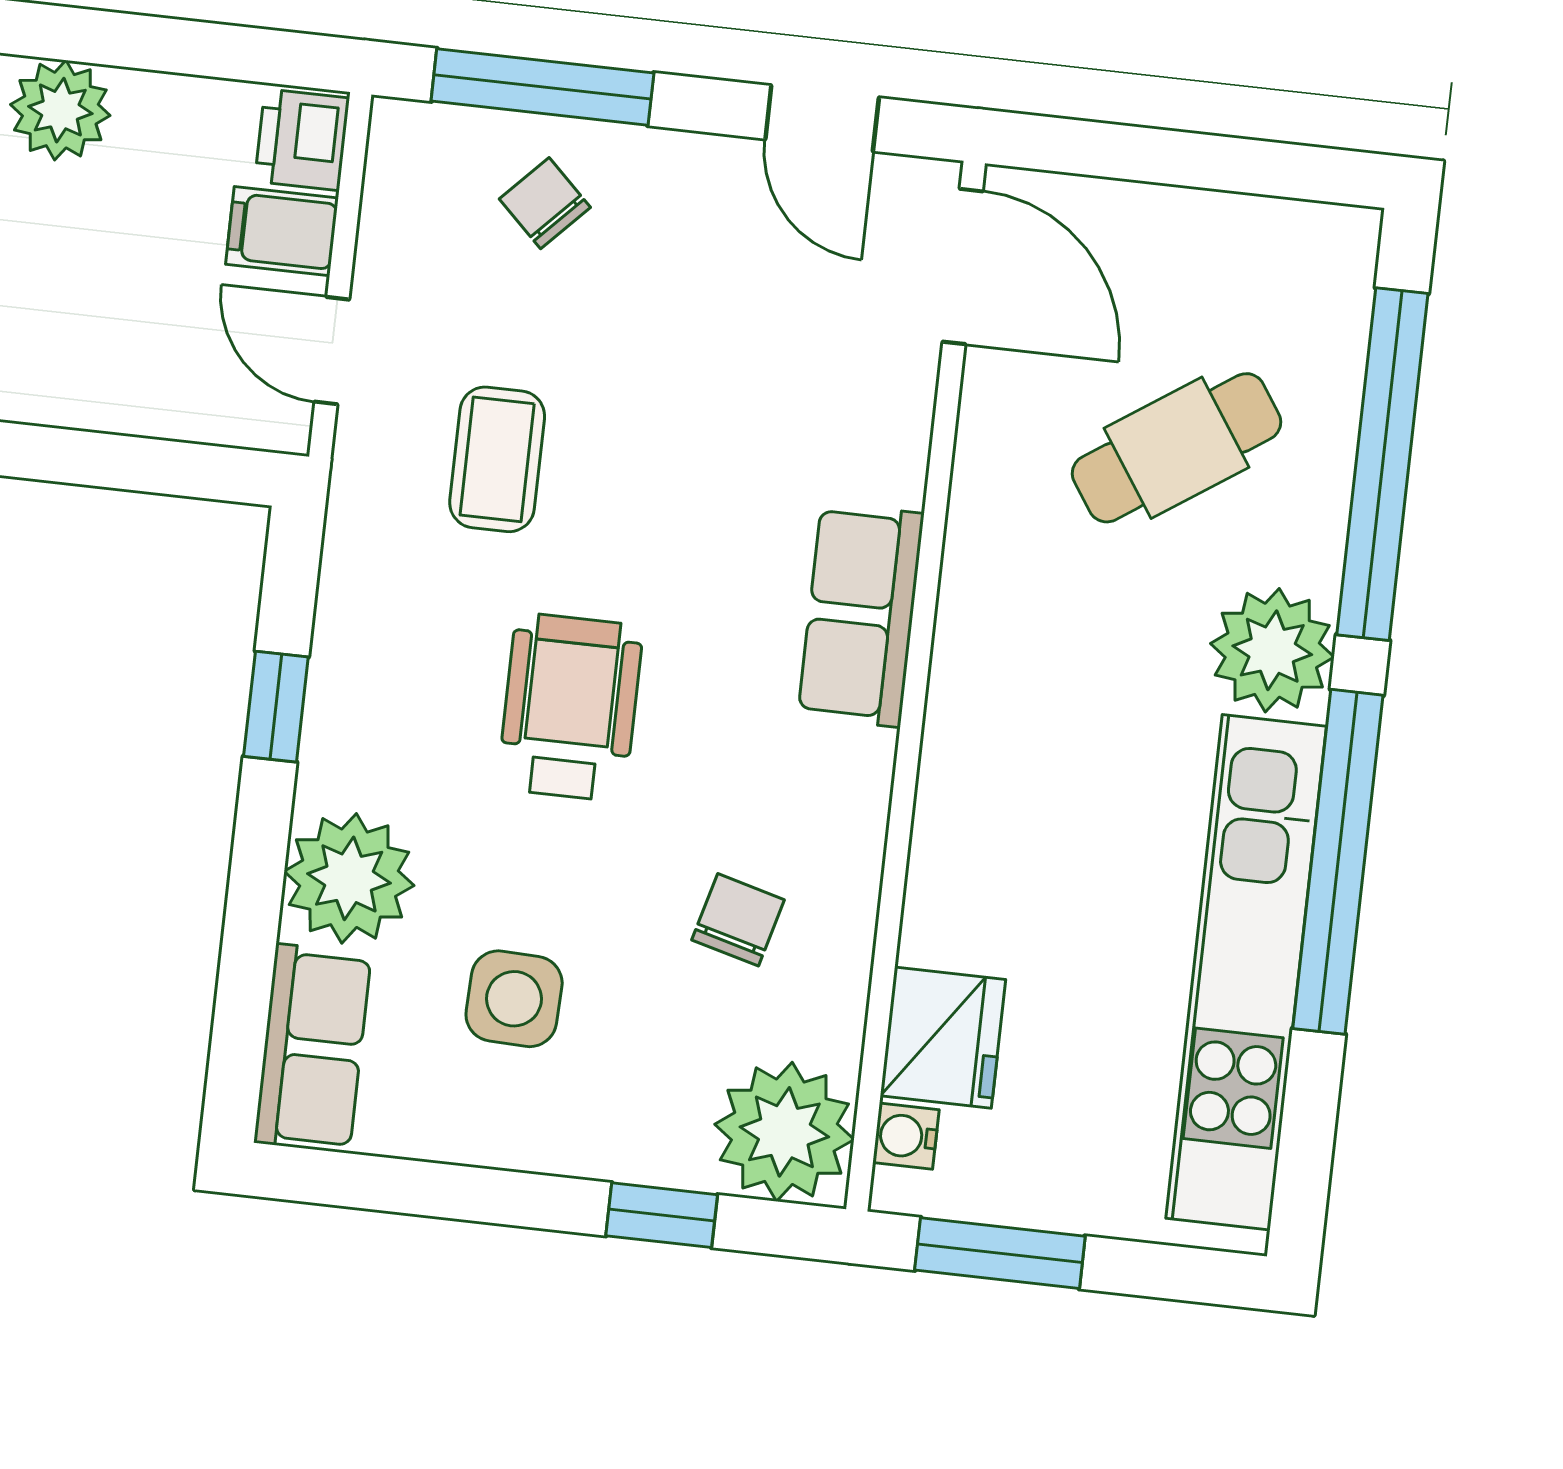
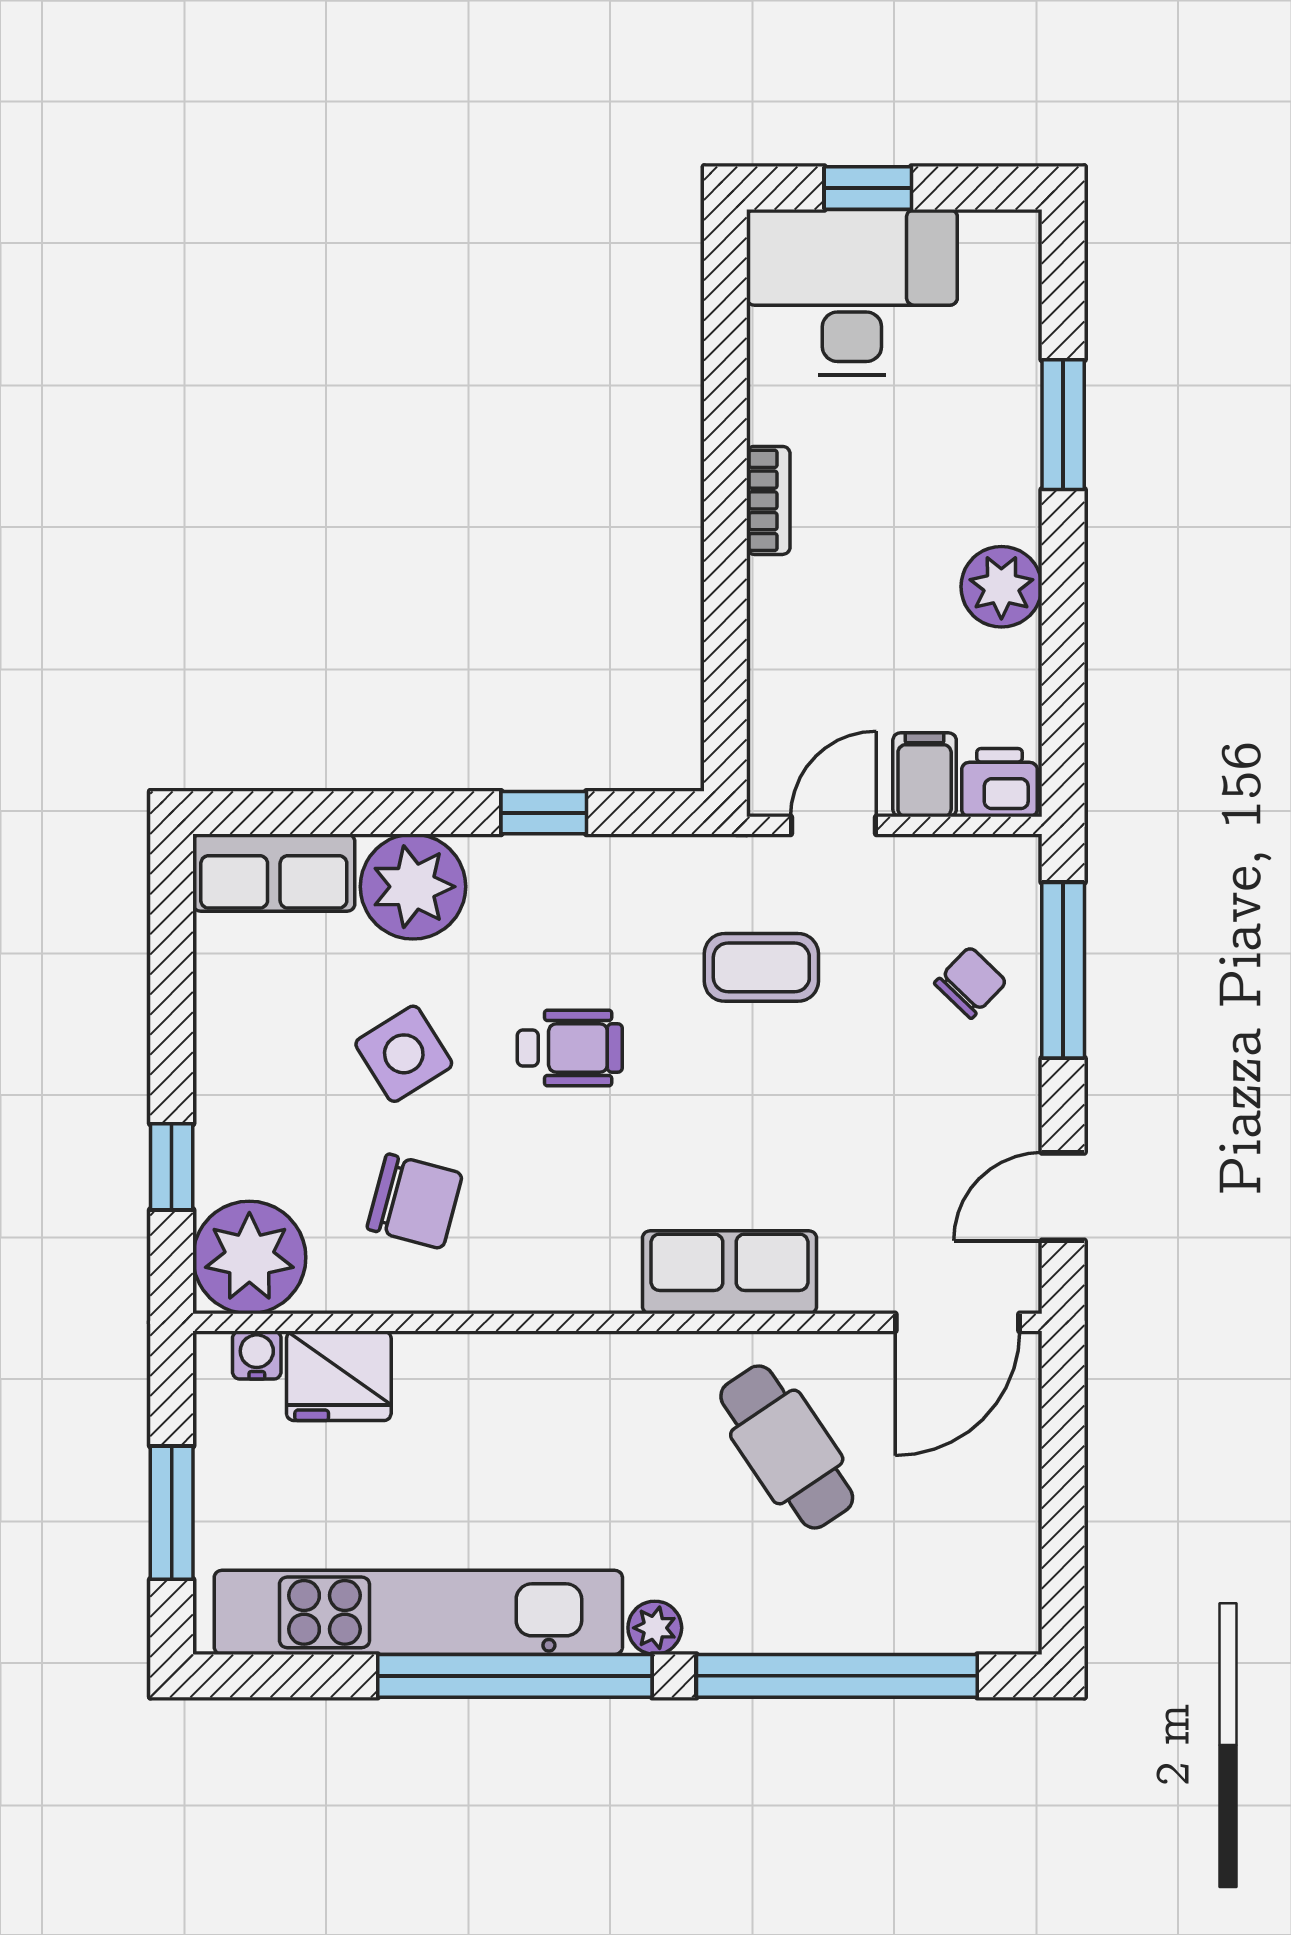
cafe table: (1177, 448) -> (787, 1447), moved
row of seats: (861, 615) -> (730, 1272), moved
plant: (1272, 650) -> (655, 1628), width x0.53, depth x0.53
wheelchair: (570, 707) -> (570, 1048), width x0.73, depth x0.73
chair: (738, 920) -> (415, 1201), width x1.37, depth x1.37
side table: (514, 999) -> (404, 1054), moved, turned -34
window: (1000, 1253) -> (172, 1513), moved

